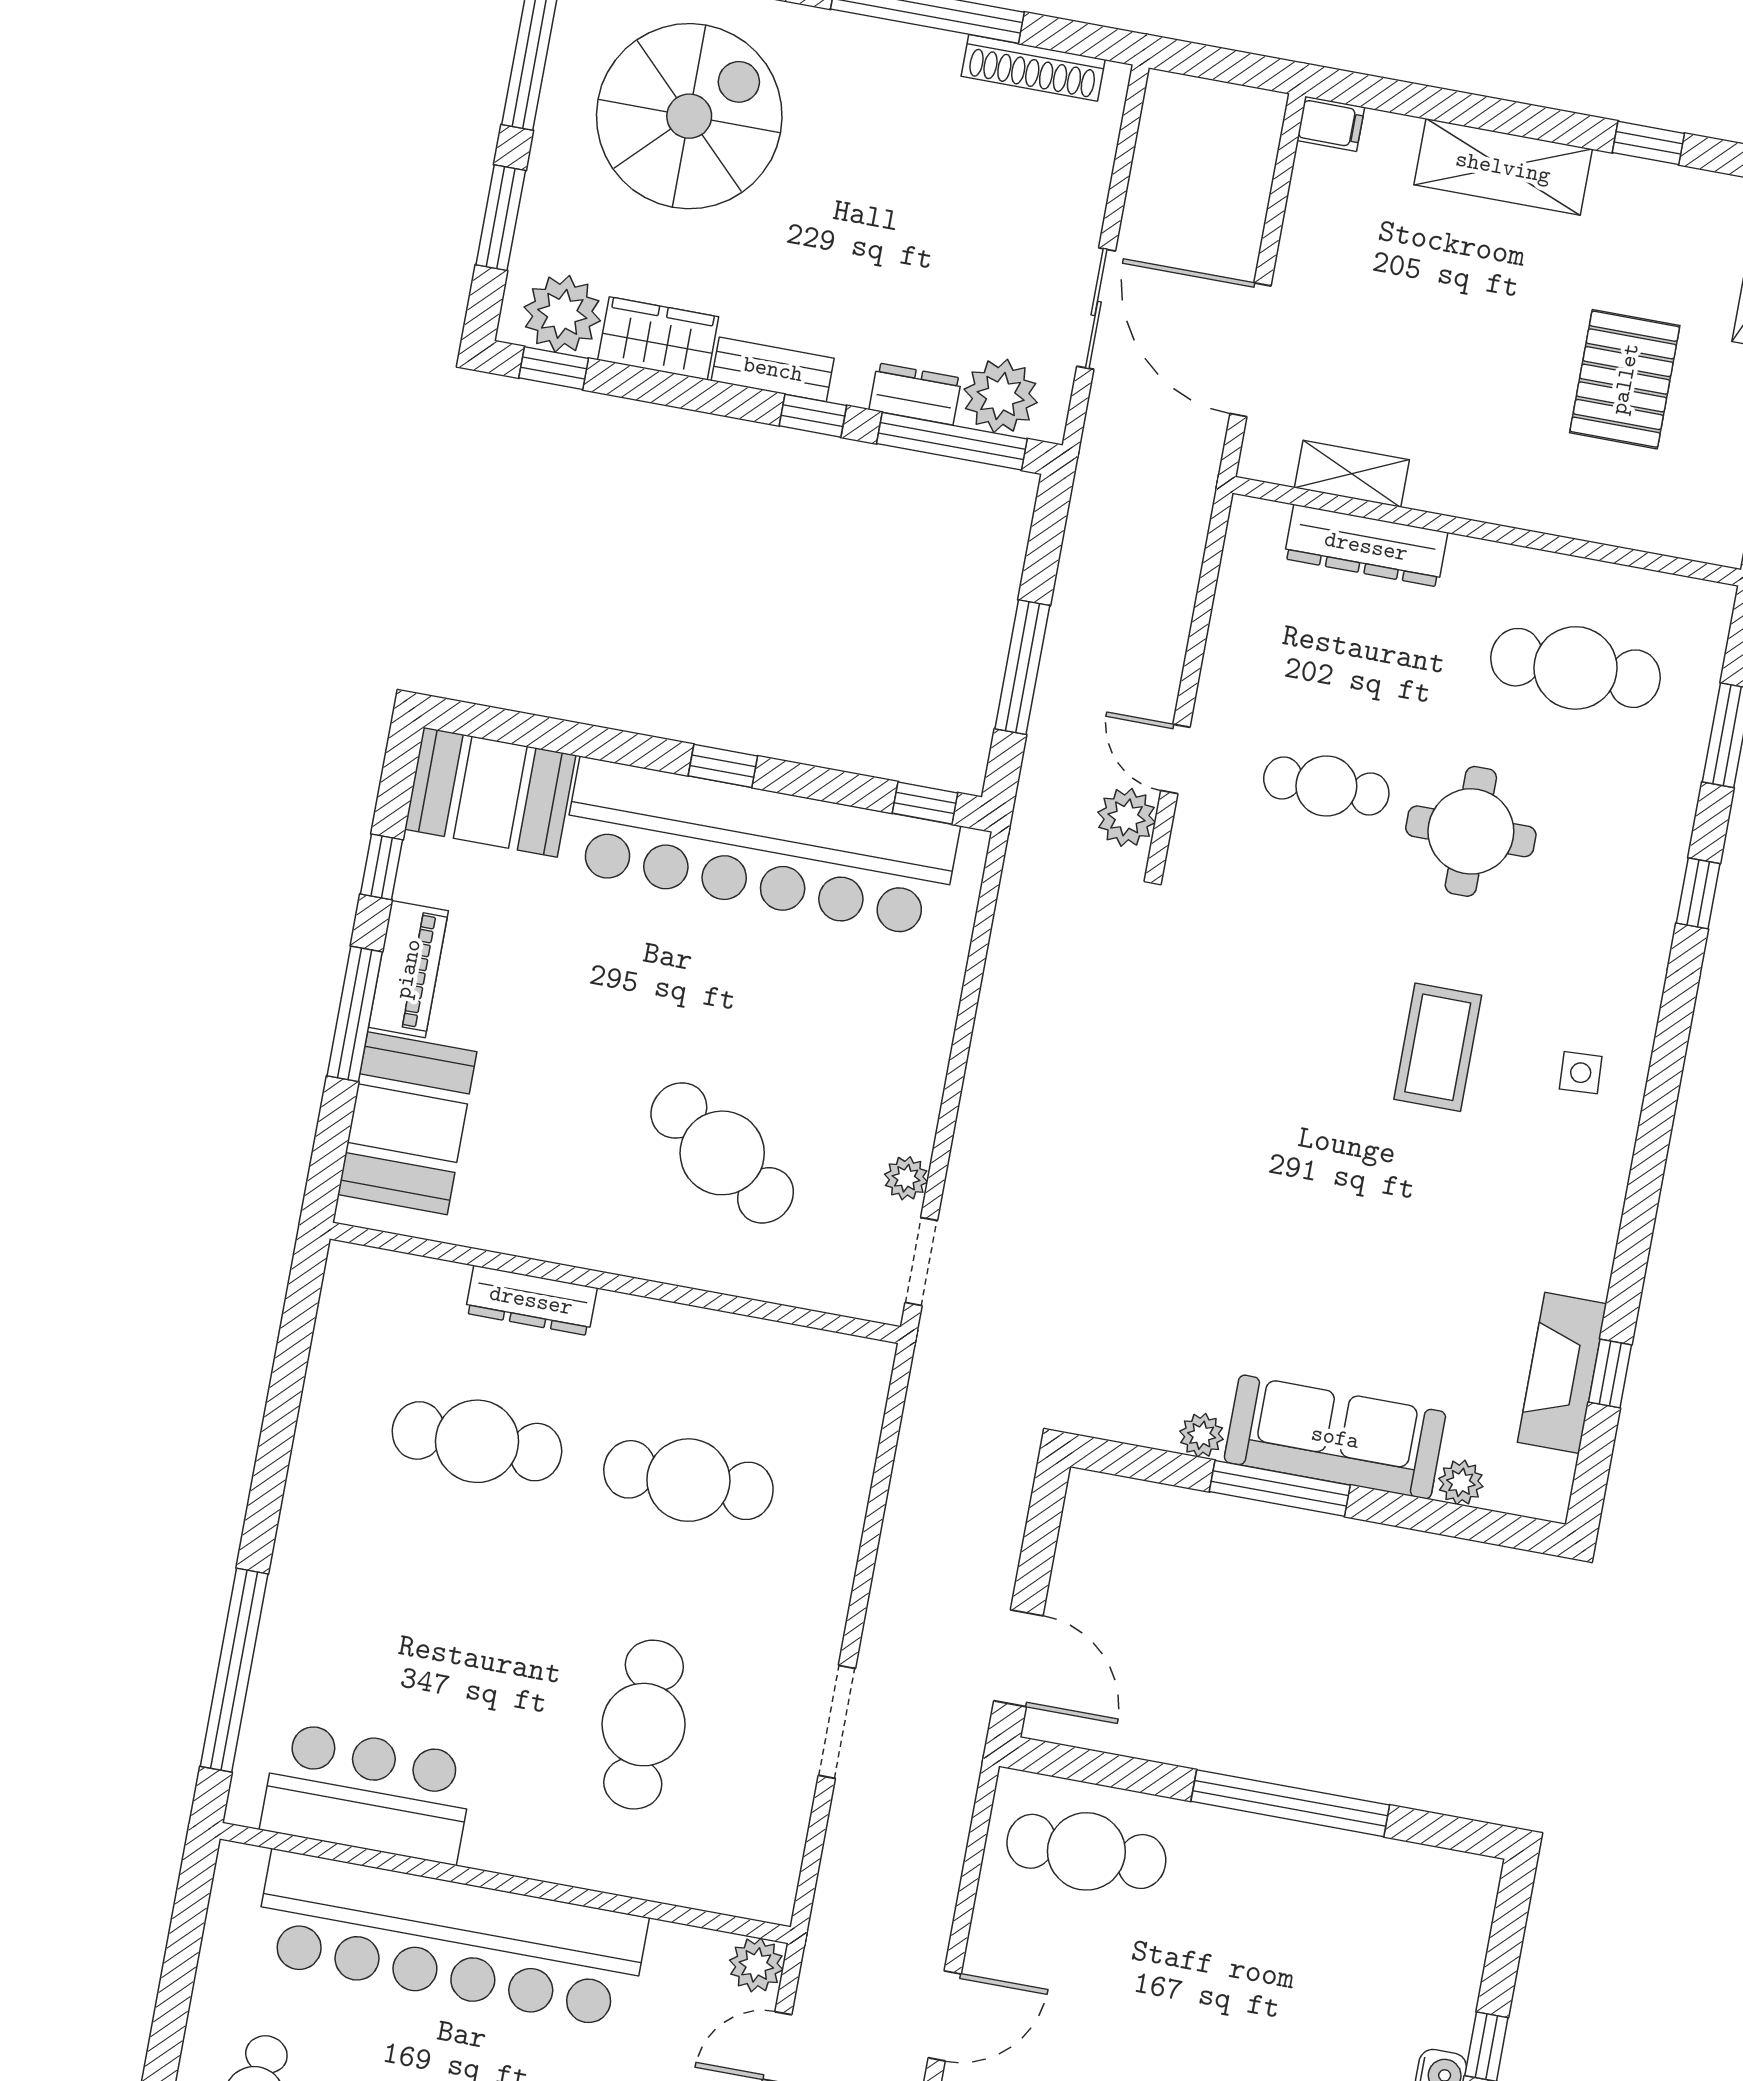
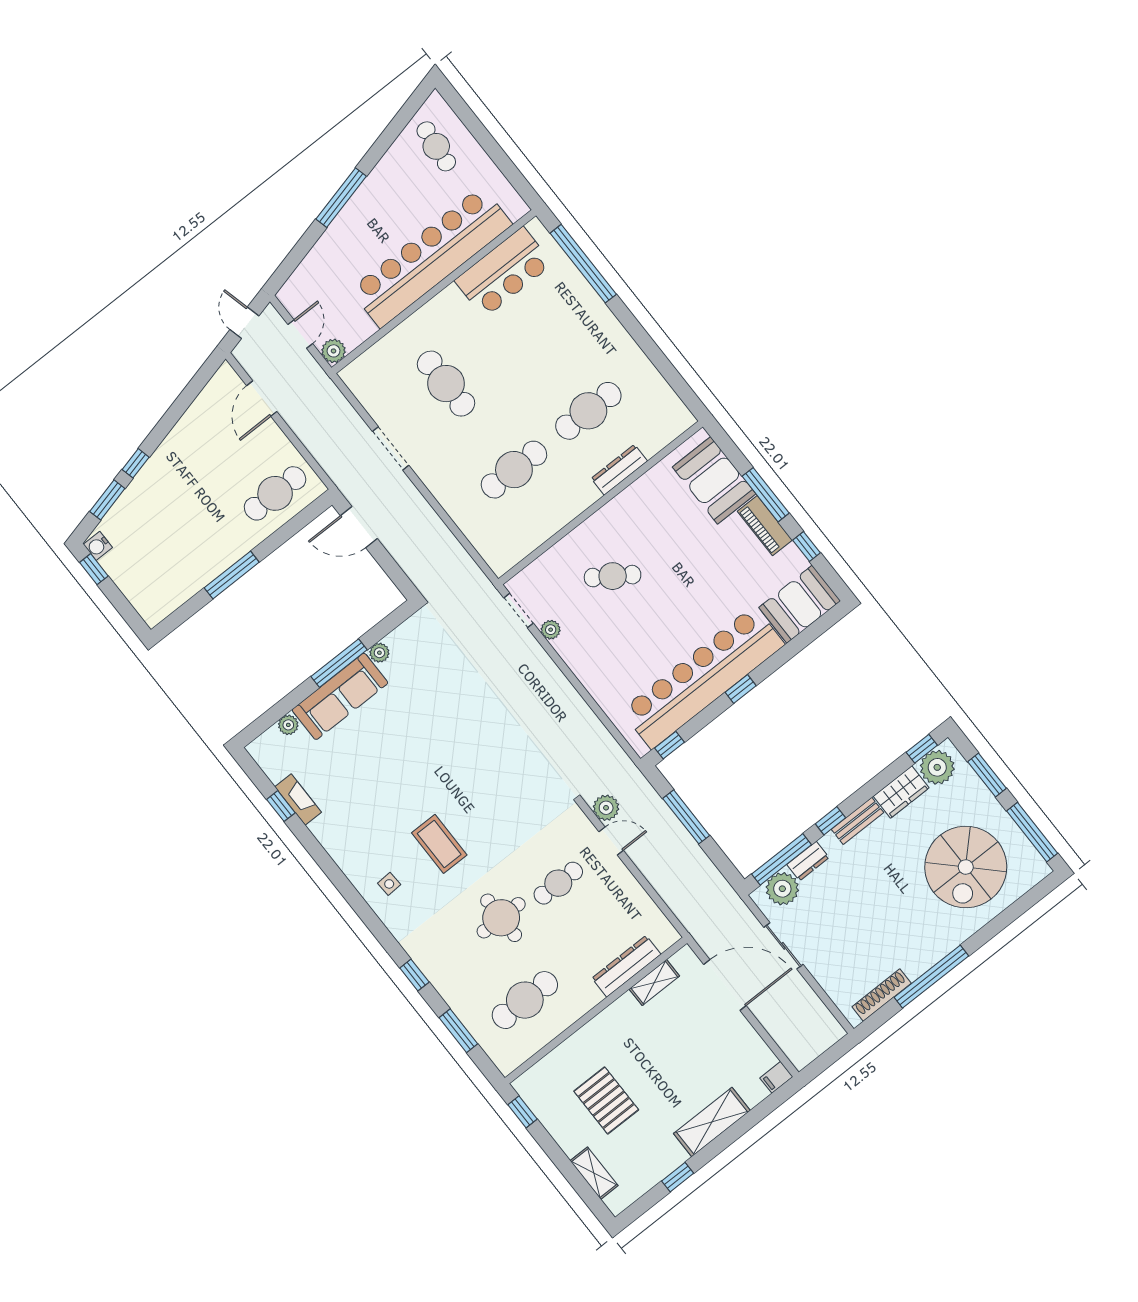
cafe table: (722, 1153) -> (613, 576), width x0.73, depth x0.74
fireplace: (1562, 1373) -> (298, 800), width x0.73, depth x0.76
window: (1290, 1803) -> (232, 575), width x0.68

